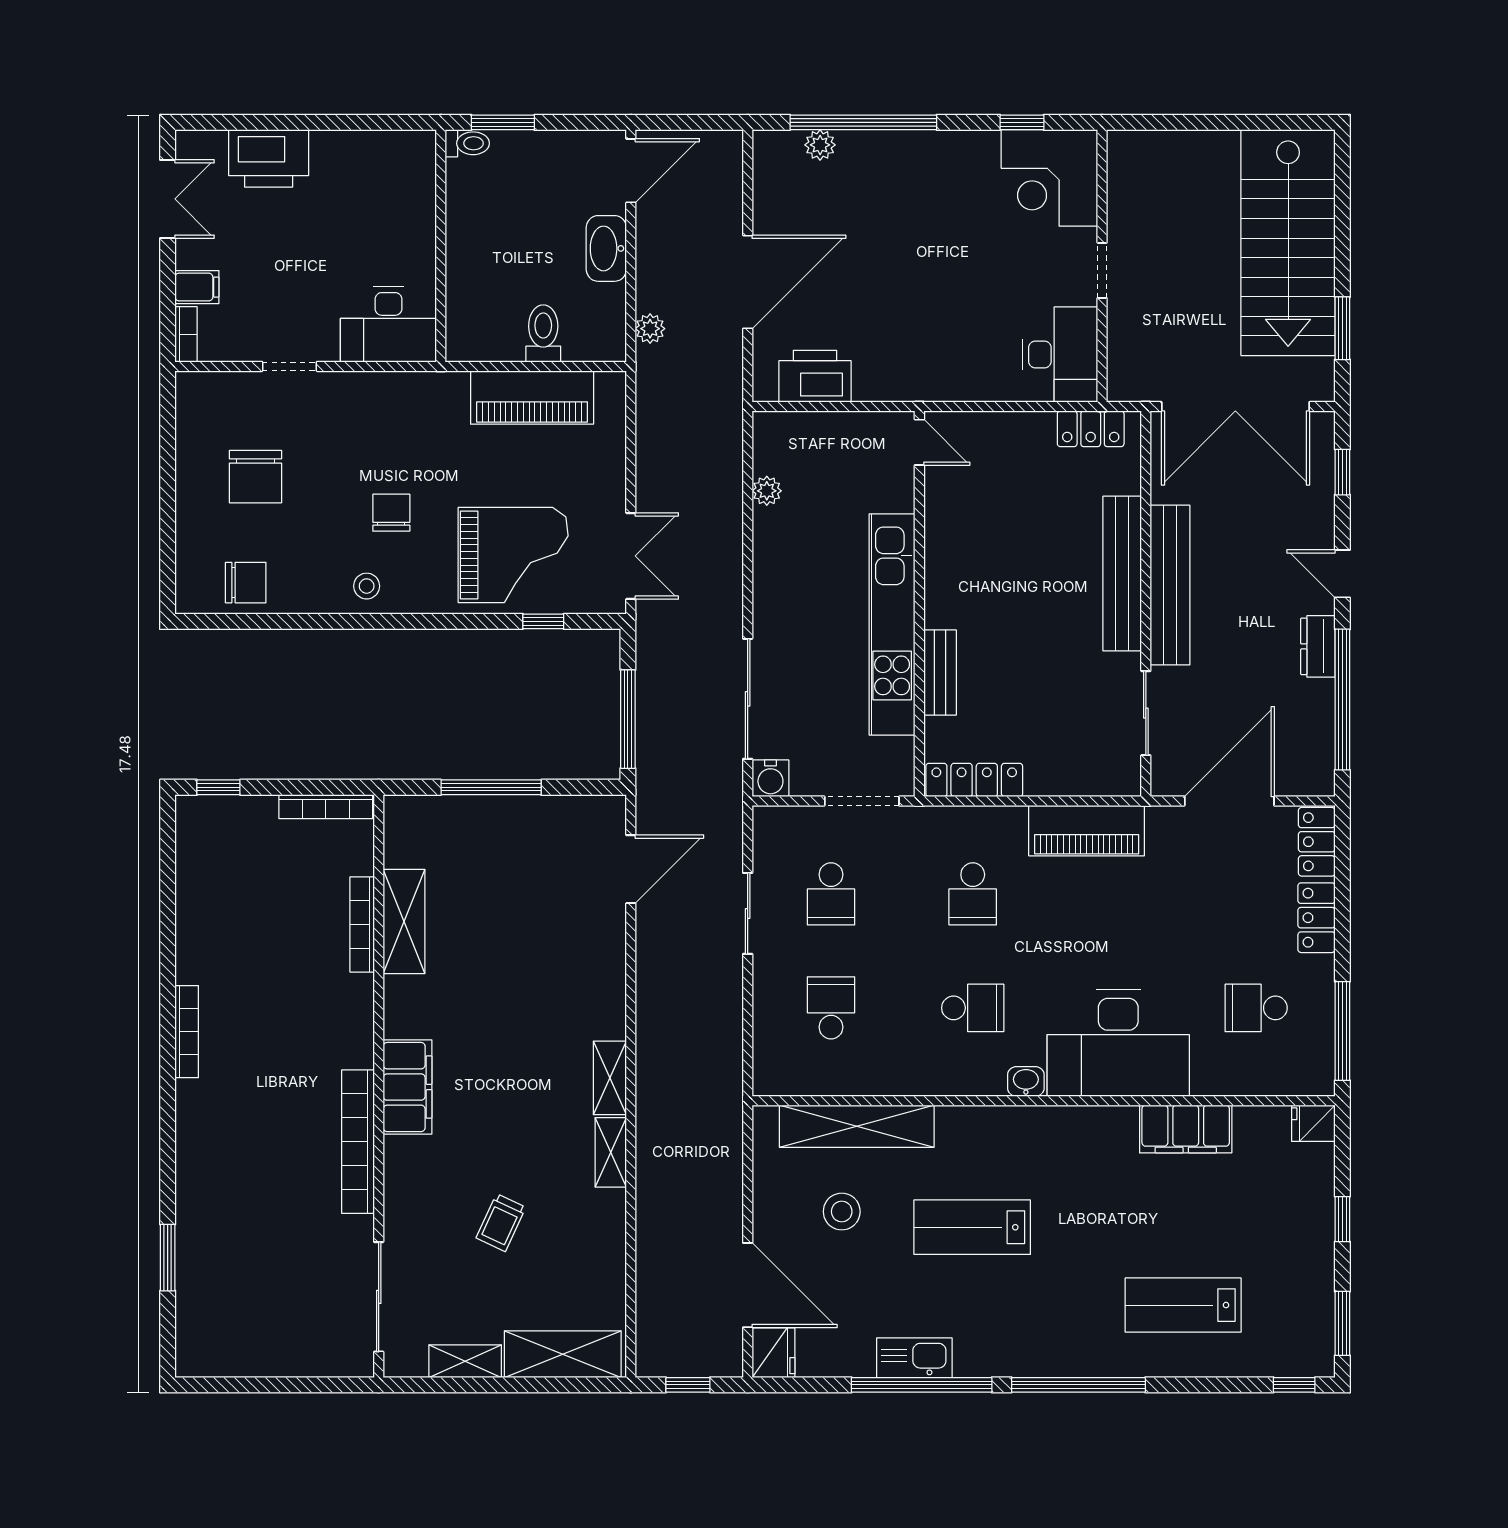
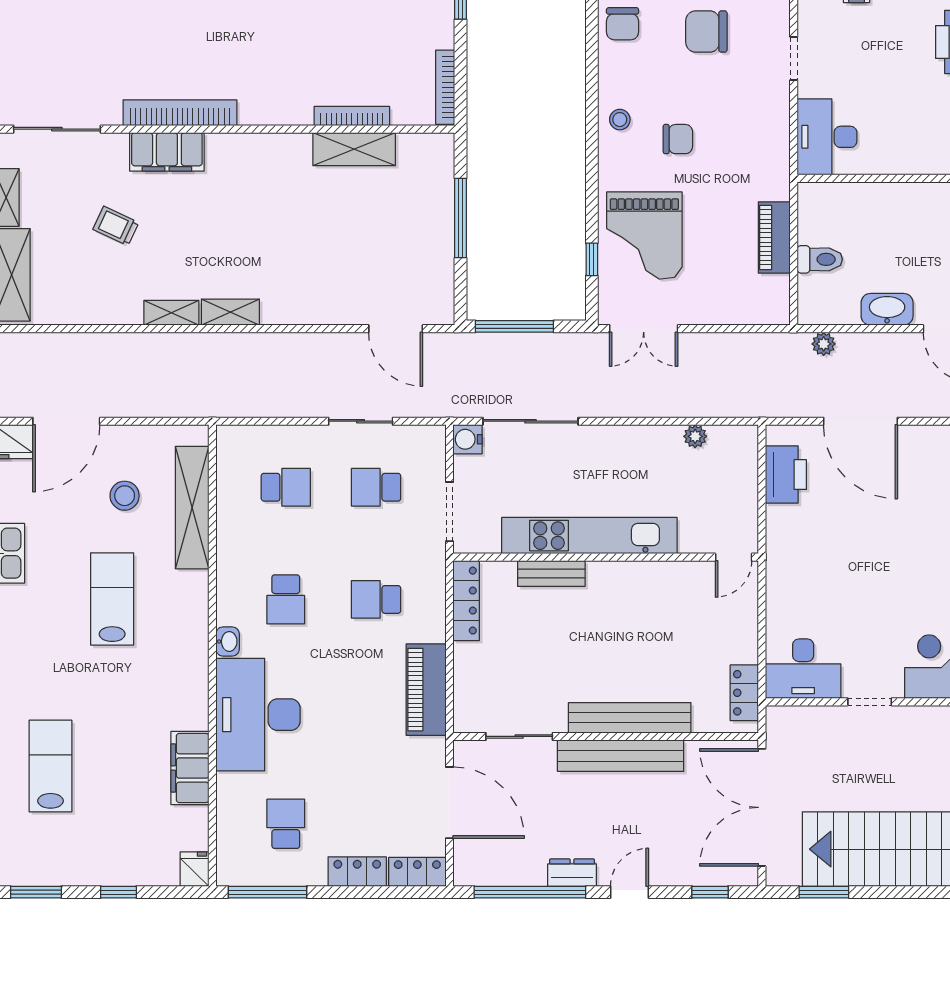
piano: (532, 398) -> (774, 237), width x0.73, depth x0.75
filing cabinet: (408, 1087) -> (167, 152), moved

